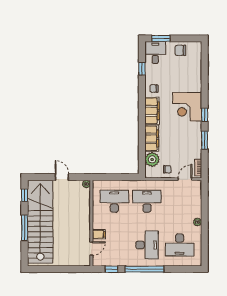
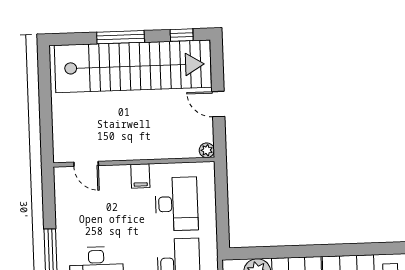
door: (62, 177) -> (218, 104), swing flipped
filing cabinet: (99, 234) -> (140, 176), moved
window: (112, 269) -> (49, 203), removed

